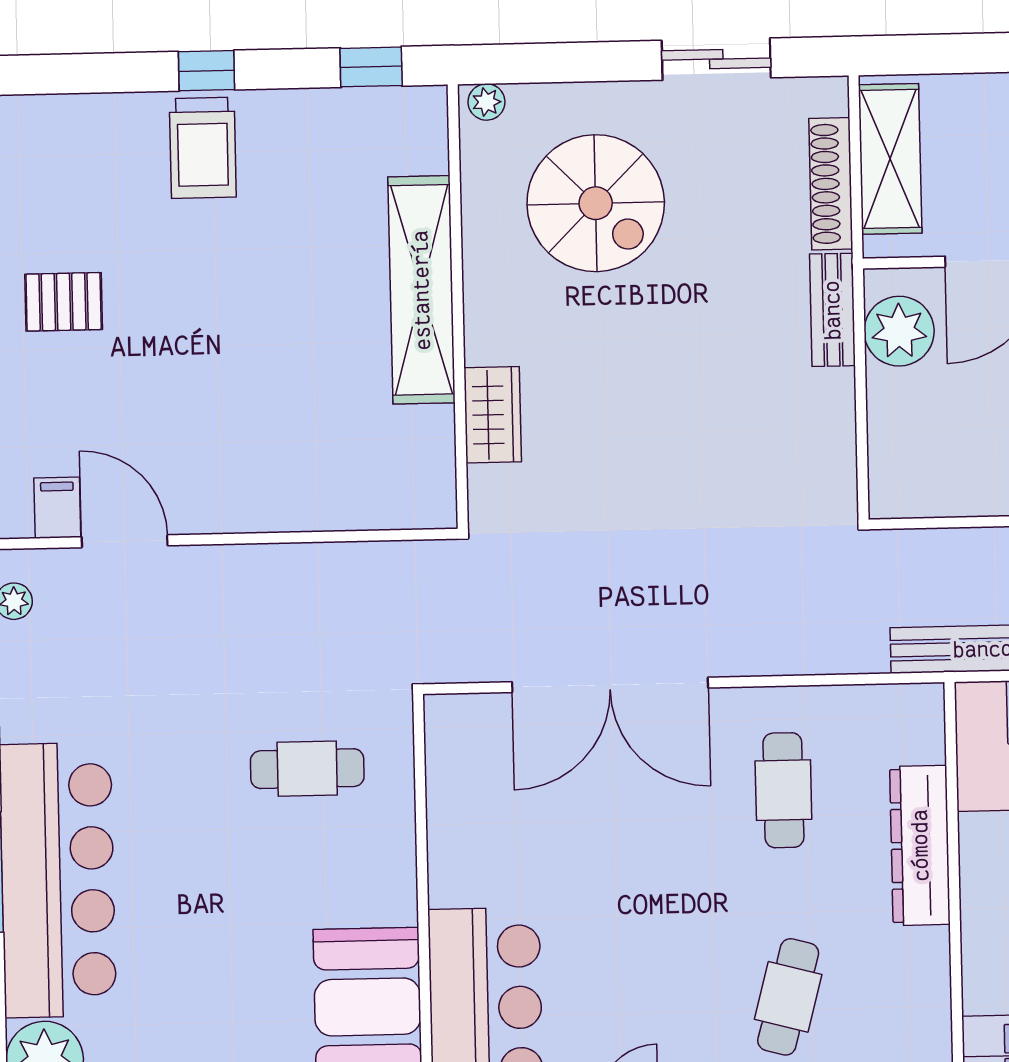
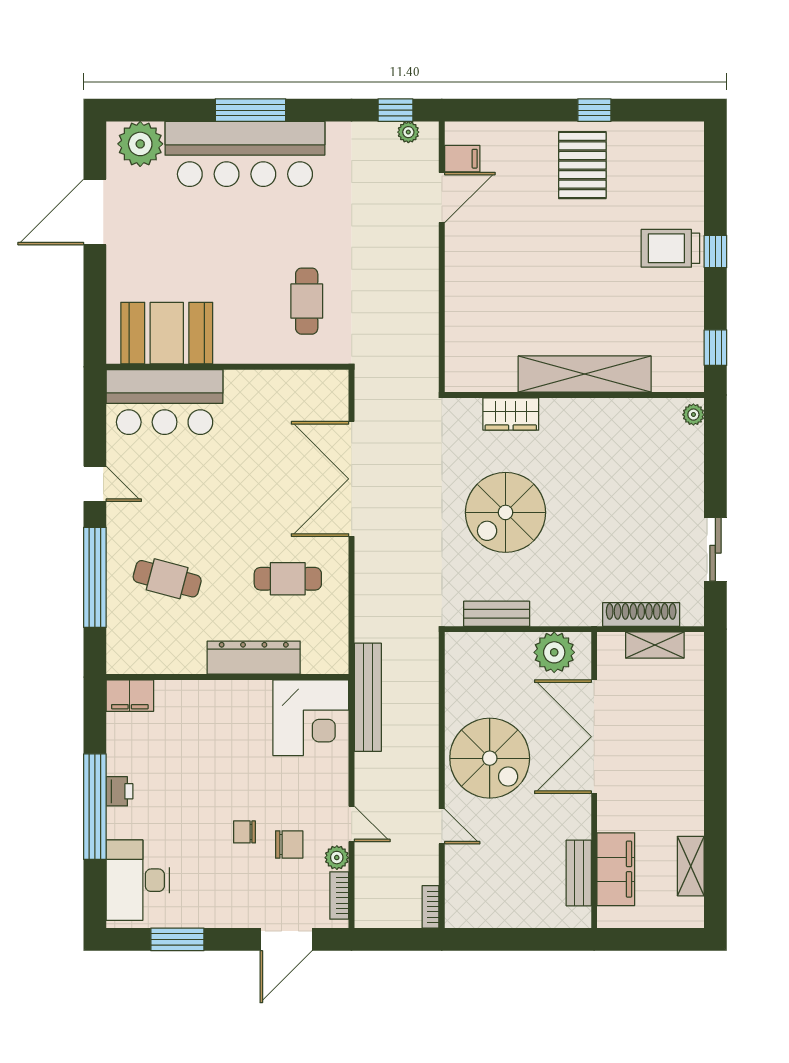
shelving: (890, 159) -> (655, 645), width x0.67, depth x0.75
spiral stairs: (596, 203) -> (506, 512), moved
pallet: (64, 302) -> (582, 165), width x1.50, depth x1.42
bench: (832, 310) -> (497, 614), moved

